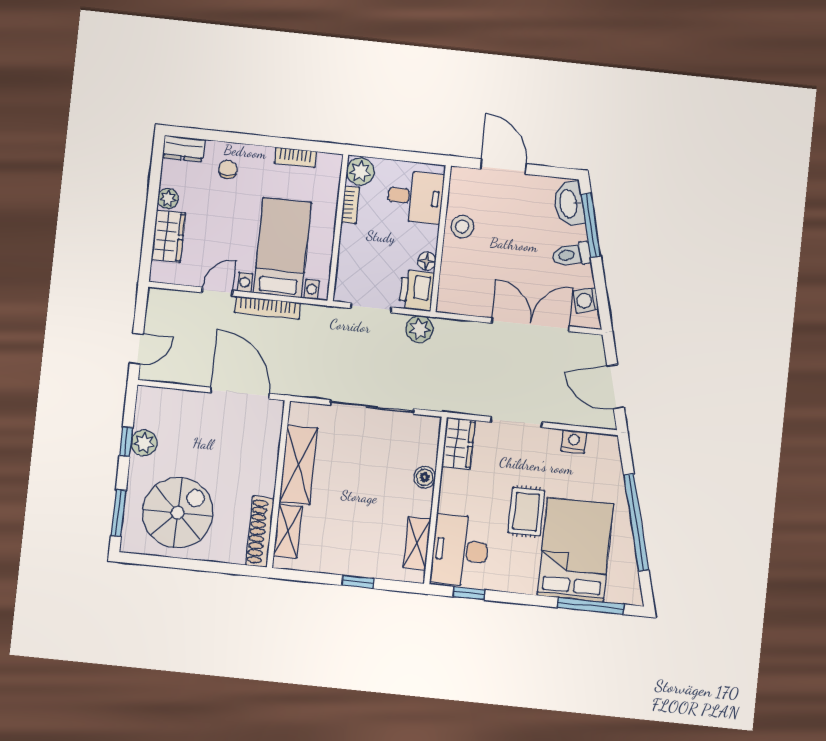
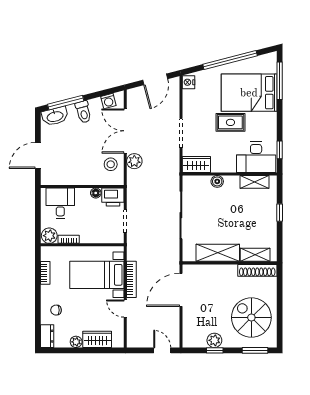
stool: (462, 226) -> (111, 164), moved
plant: (419, 329) -> (134, 161), moved
nightstand: (574, 441) -> (188, 82), moved

